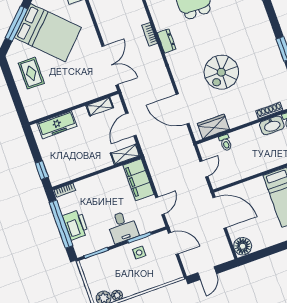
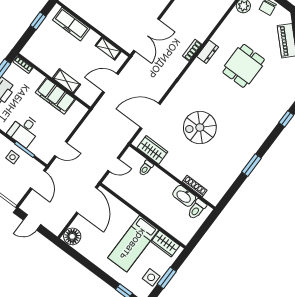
dresser: (167, 41) -> (208, 52), moved
door: (183, 109) -> (150, 116), hinge flipped
shelving: (125, 154) -> (66, 81), moved
window: (42, 170) -> (38, 21), moved
filing cabinet: (138, 180) -> (55, 96), moved, turned -90

